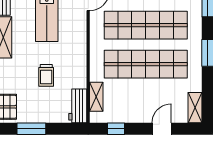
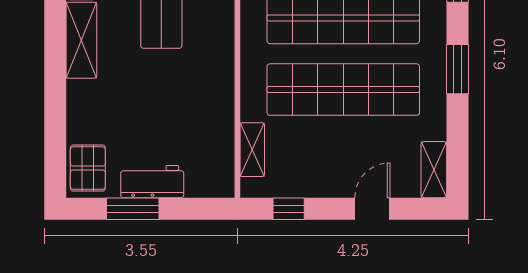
trolley: (46, 75) -> (160, 110), removed
workbench: (78, 106) -> (152, 182), moved, turned 90

